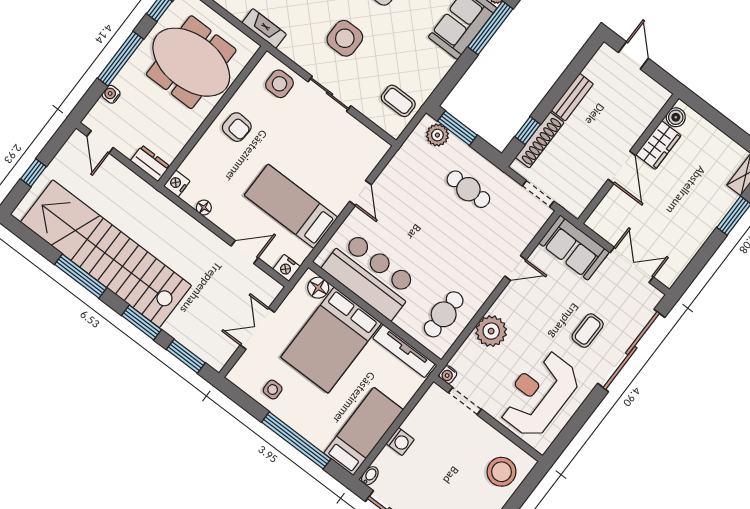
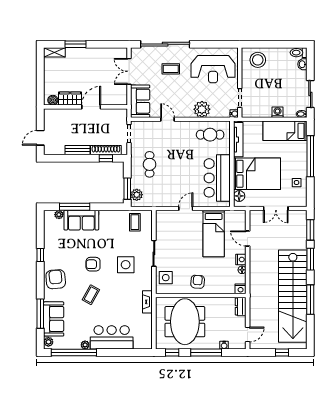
nightstand: (286, 268) -> (241, 259), moved

